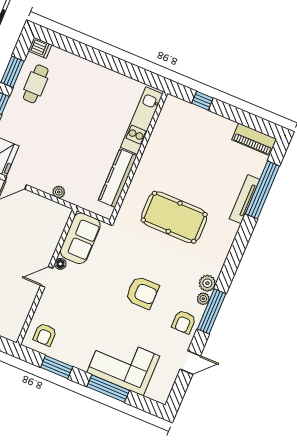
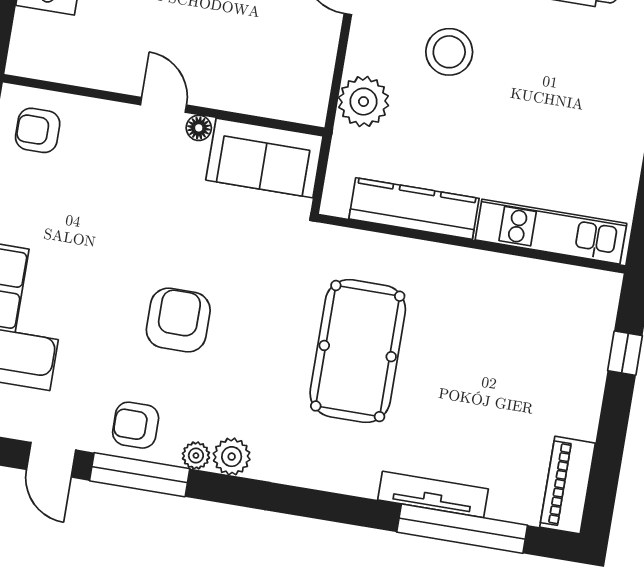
stool: (53, 147) -> (449, 52), added
plant: (59, 192) -> (363, 102), width x1.88, depth x1.88
armchair: (142, 293) -> (178, 320), turned 180
window: (212, 311) -> (140, 475), moved

